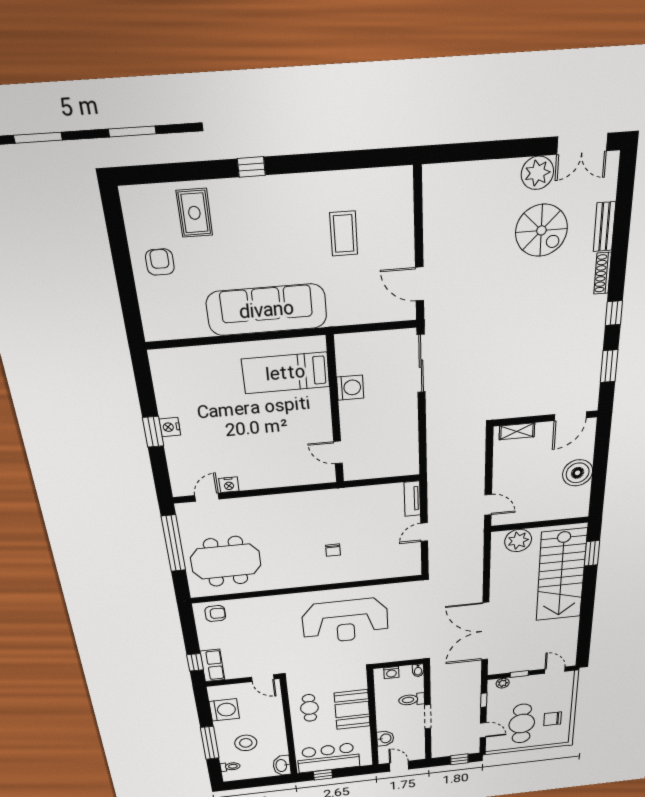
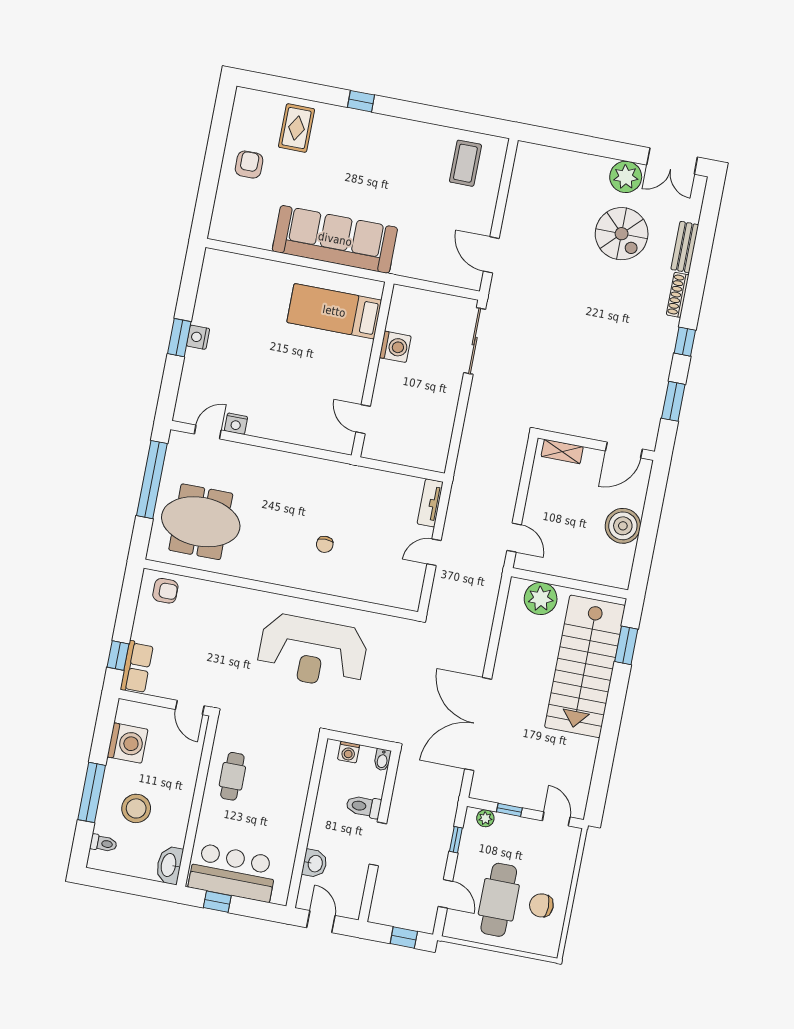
coffee table: (344, 234) -> (465, 163), moved
booth: (352, 709) -> (285, 798), removed

